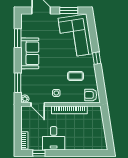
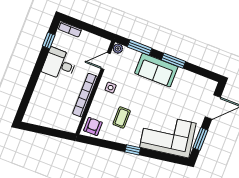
window: (18, 38) -> (173, 61), moved
sofa: (30, 53) -> (156, 70), moved

